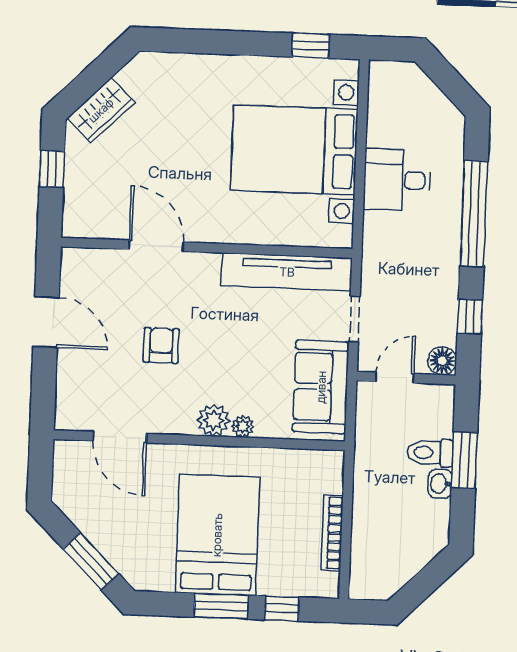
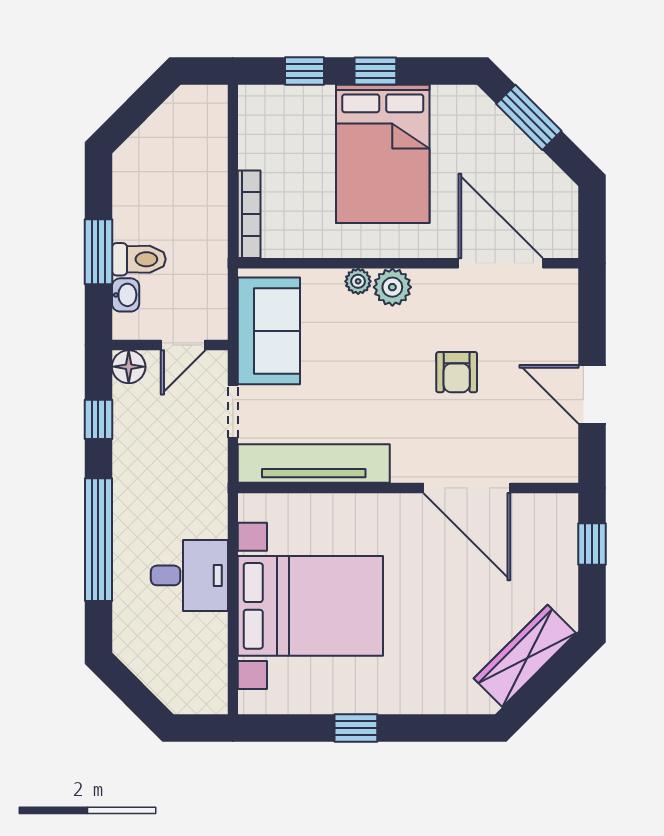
window: (311, 46) -> (356, 728), moved
wardrobe: (101, 110) -> (525, 656), width x1.50
window: (52, 169) -> (592, 544), moved
door: (156, 246) -> (467, 488), width x1.36
door: (120, 437) -> (501, 263), width x1.36
washbasin: (440, 484) -> (126, 295), moved
bookcase: (332, 533) -> (249, 214), moved
window: (221, 606) -> (375, 71), width x0.67

